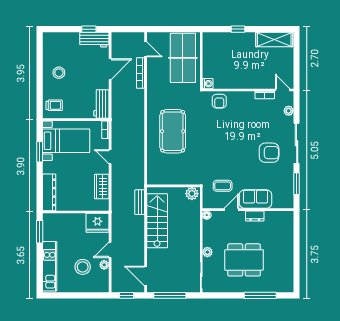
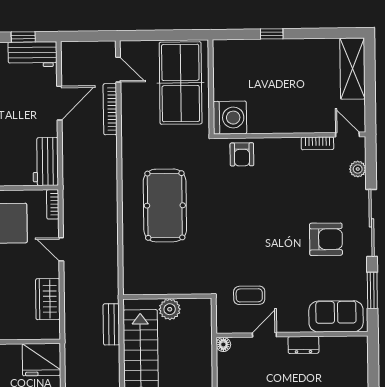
shelving: (274, 39) -> (352, 69), moved, turned 90
washing machine: (208, 84) -> (230, 118), width x1.89, depth x1.89
plant: (192, 194) -> (170, 309), moved
sofa: (256, 199) -> (336, 316), moved

